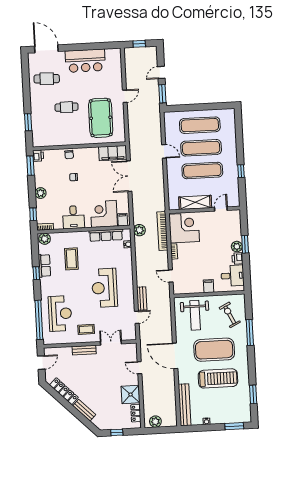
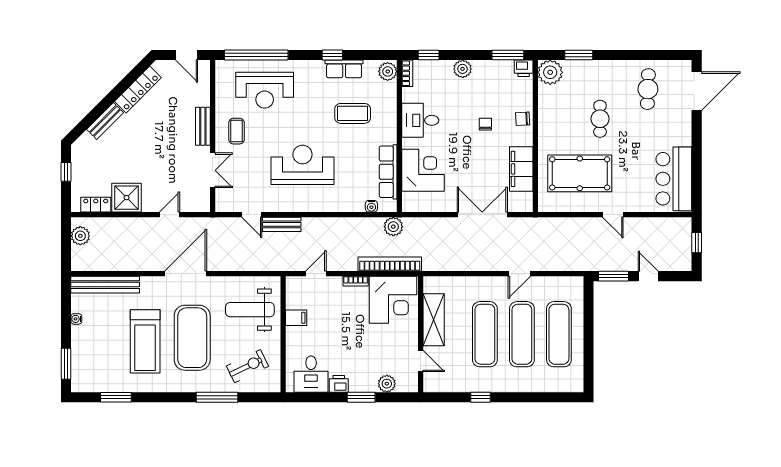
bar counter: (85, 61) -> (674, 179), moved
plant: (40, 139) -> (550, 72), added
filing cabinet: (113, 153) -> (521, 169), moved
filing cabinet: (123, 220) -> (412, 200), removed
plant: (237, 247) -> (387, 384), moved
filing cabinet: (209, 286) -> (296, 318), moved

